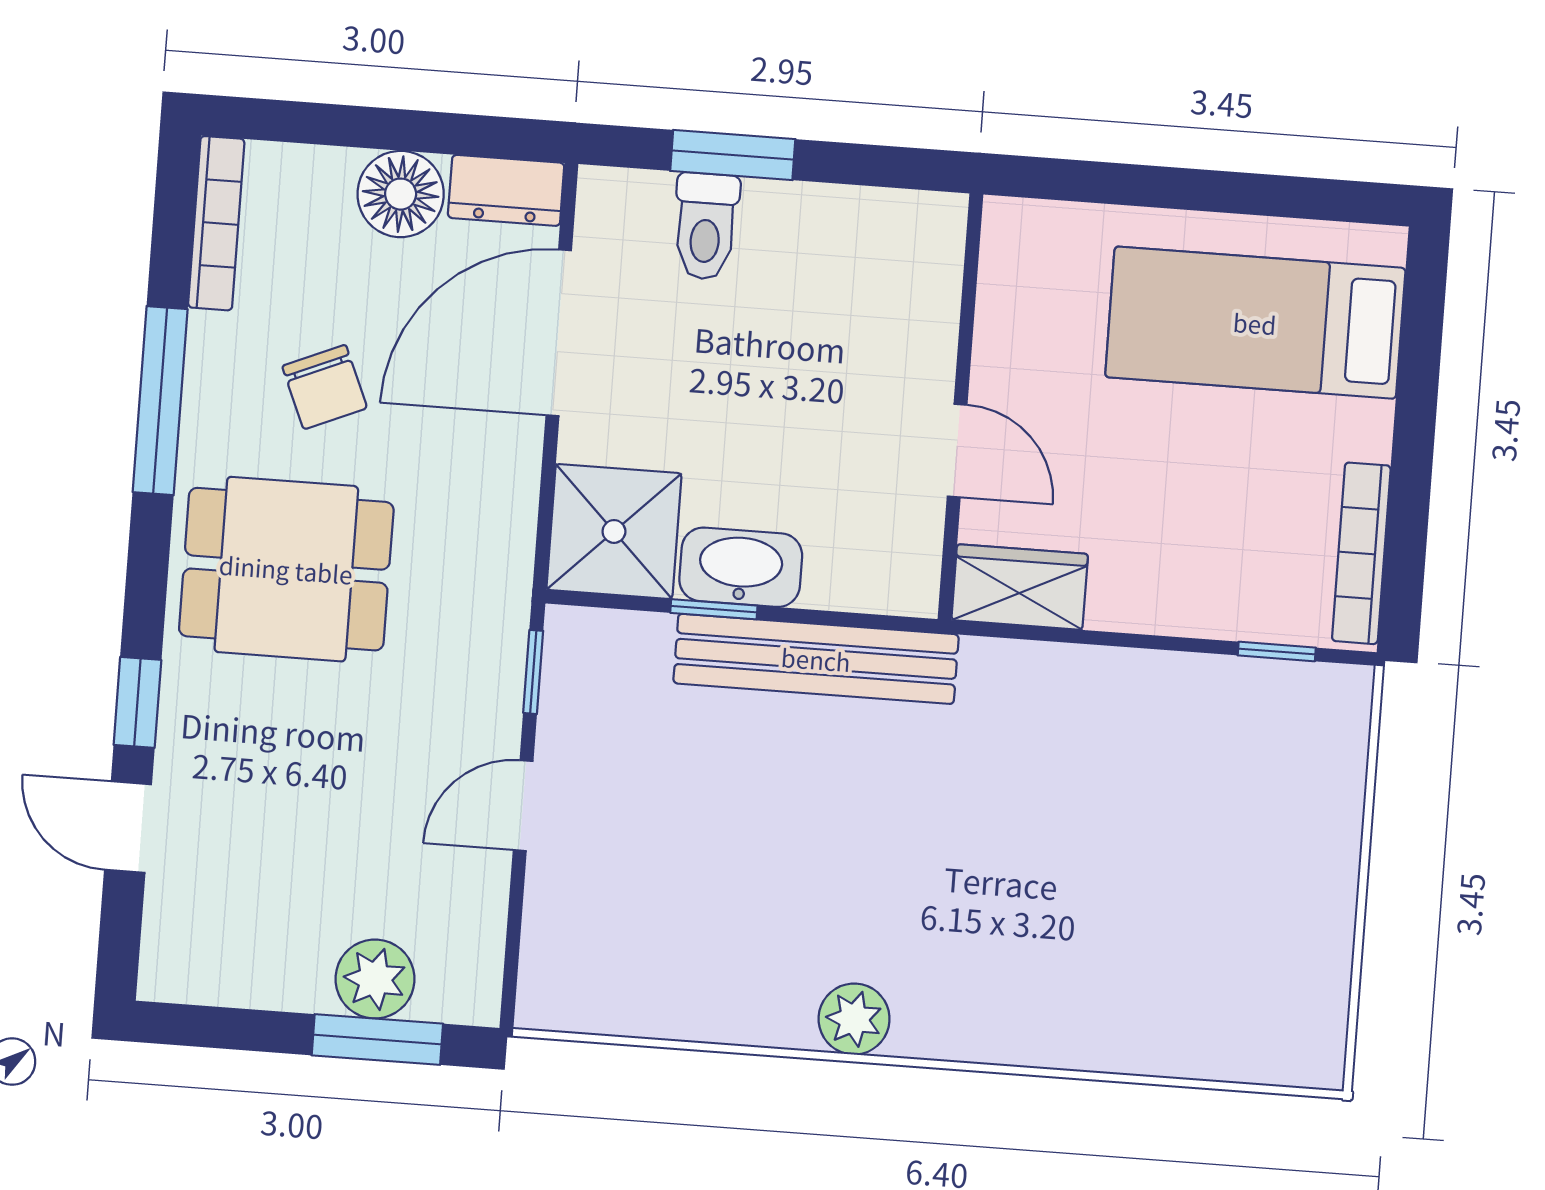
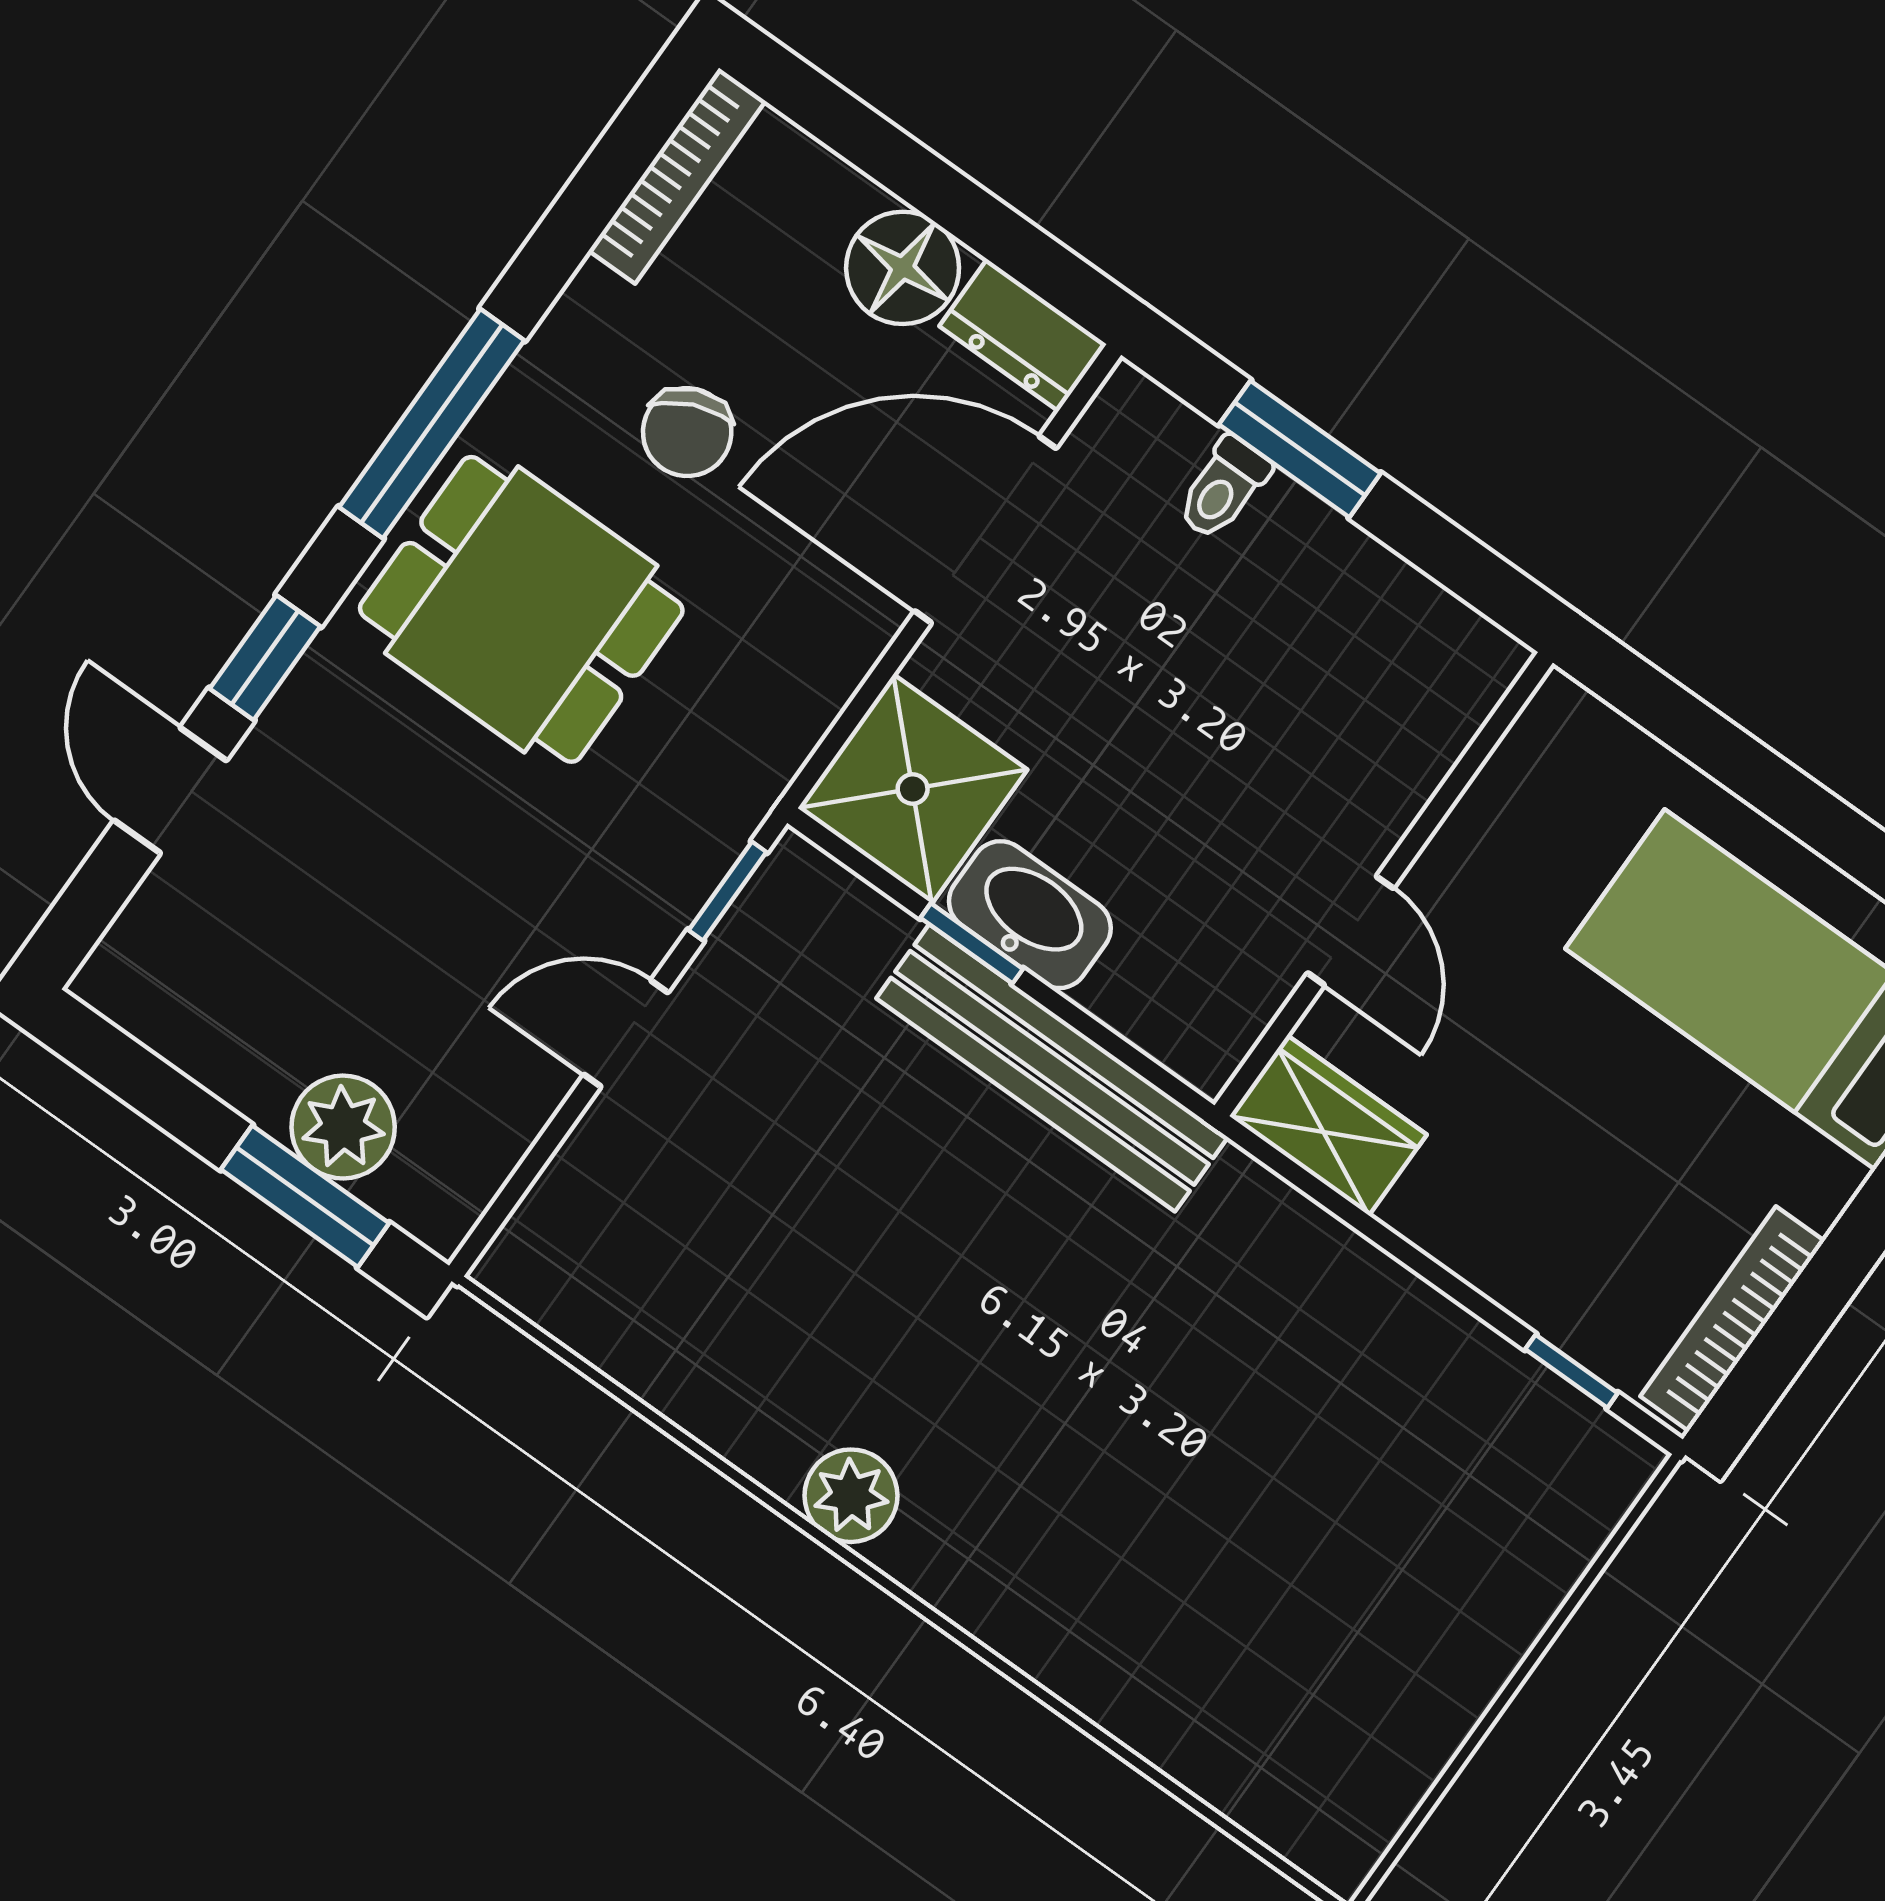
toilet: (706, 226) -> (1223, 488), width x0.73, depth x0.72
window: (160, 401) -> (432, 424), moved

